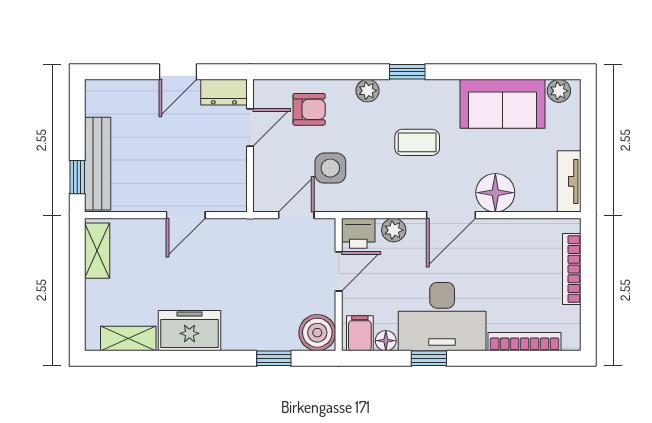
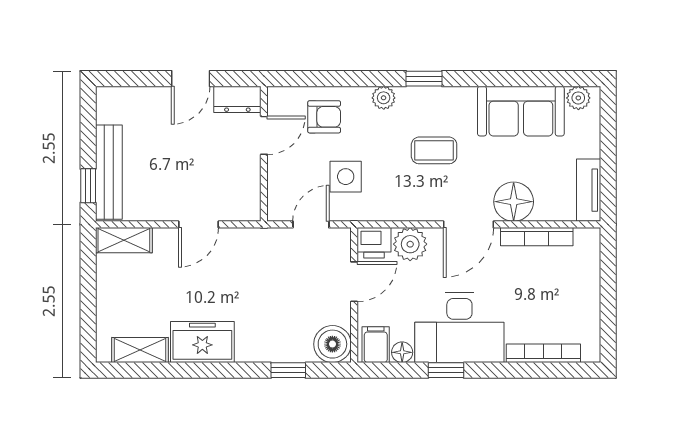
plant: (394, 230) -> (410, 244), width x1.38, depth x1.38
shelving: (97, 251) -> (124, 240), moved, turned 90
bookcase: (572, 269) -> (537, 237), moved, turned -90

